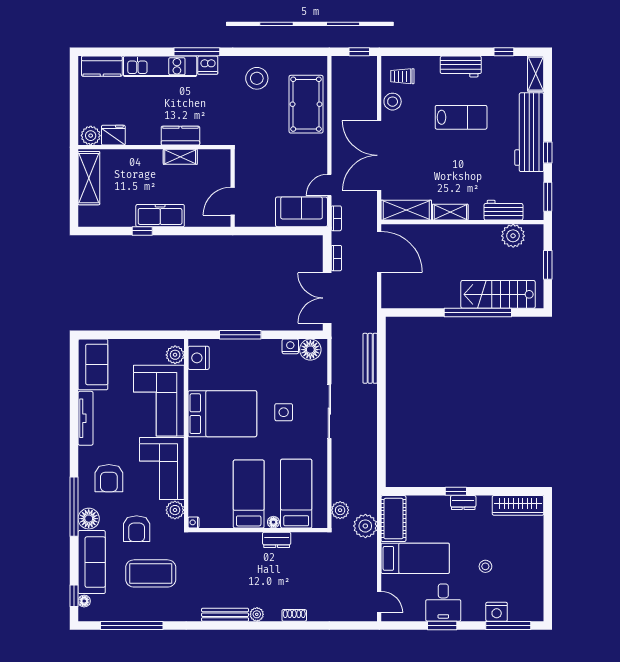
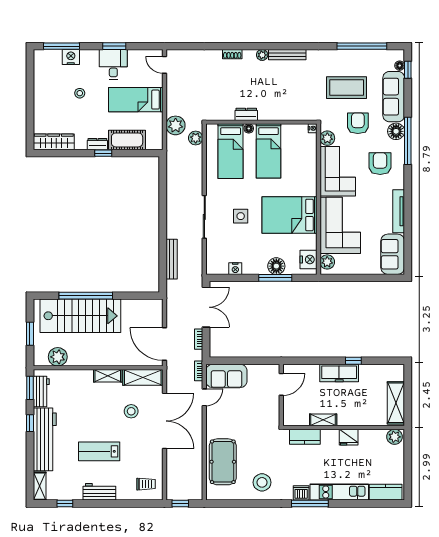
stool: (393, 102) -> (131, 411), moved
fridge: (113, 135) -> (349, 437), moved
kitchen counter: (180, 136) -> (305, 437), moved
workbench: (503, 210) -> (41, 391), moved, turned -90
stairs: (498, 294) -> (80, 316), width x1.36, depth x1.51
floor lamp: (310, 350) -> (276, 266), moved
cot: (393, 519) -> (127, 140), moved, turned 90

